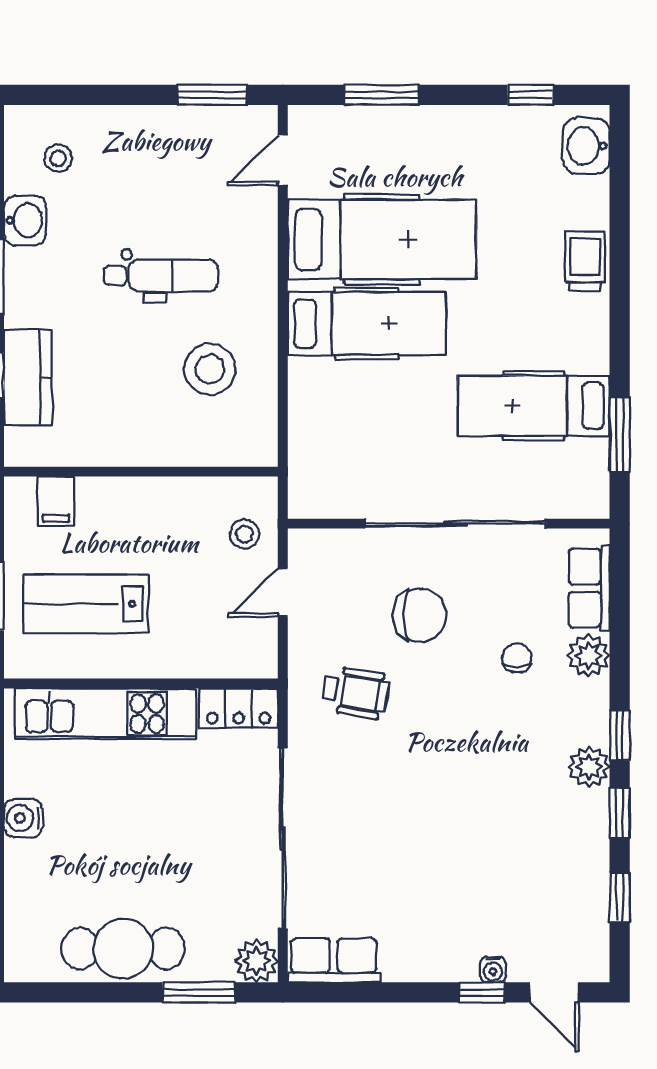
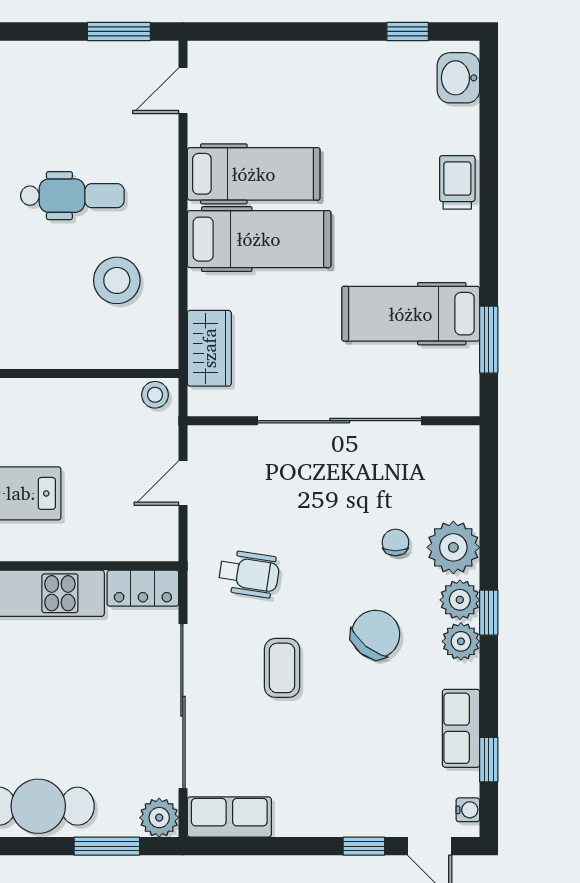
window: (381, 95) -> (273, 31), removed
hospital bed: (382, 239) -> (254, 174), width x0.73, depth x0.78
wardrobe: (312, 444) -> (209, 348), added
stool: (244, 534) -> (155, 395), moved
row of seats: (589, 588) -> (461, 728), moved
chair: (420, 615) -> (376, 634), moved, turned -51
plant: (588, 656) -> (453, 547), width x1.36, depth x1.36
plant: (588, 721) -> (460, 600), added
coffee table: (392, 796) -> (282, 668), added
window: (620, 813) -> (489, 683), removed
water cooler: (493, 969) -> (468, 810), moved, turned -90

